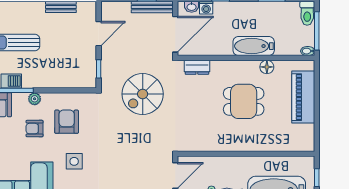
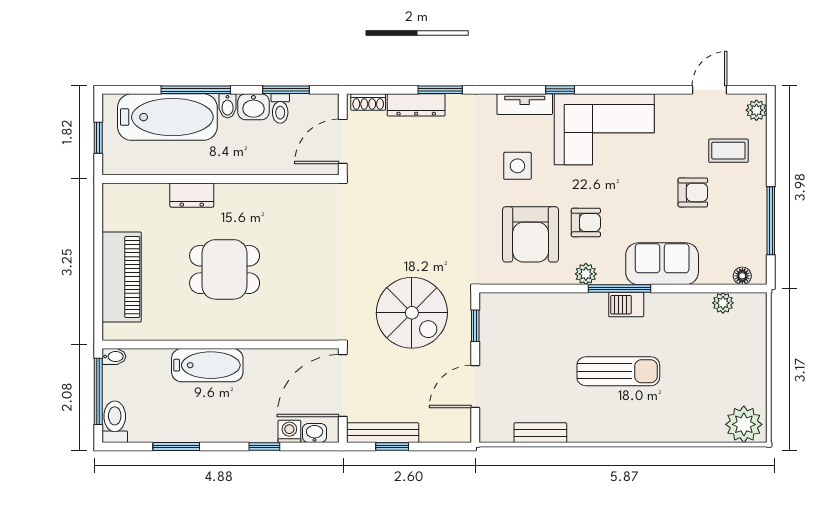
dresser: (197, 67) -> (192, 195), moved, turned 180
floor lamp: (267, 67) -> (185, 329), removed
spiral stairs: (143, 94) -> (412, 313), moved, turned 90
armchair: (67, 122) -> (531, 234), width x1.36, depth x1.36

